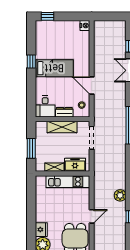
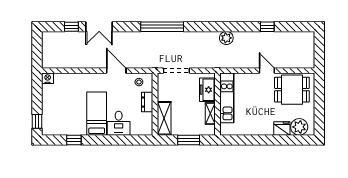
window: (31, 61) -> (74, 140), moved
door: (92, 85) -> (116, 71), swing flipped
desk: (45, 106) -> (119, 123), moved, turned 90
shelving: (62, 127) -> (164, 118), moved
plant: (120, 195) -> (226, 38), moved

